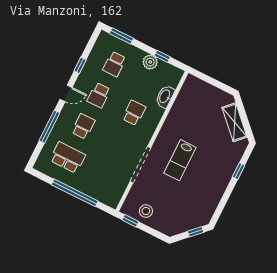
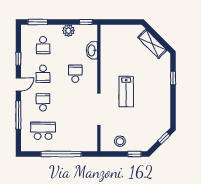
window: (162, 56) -> (86, 22), moved
window: (130, 221) -> (135, 154), moved

